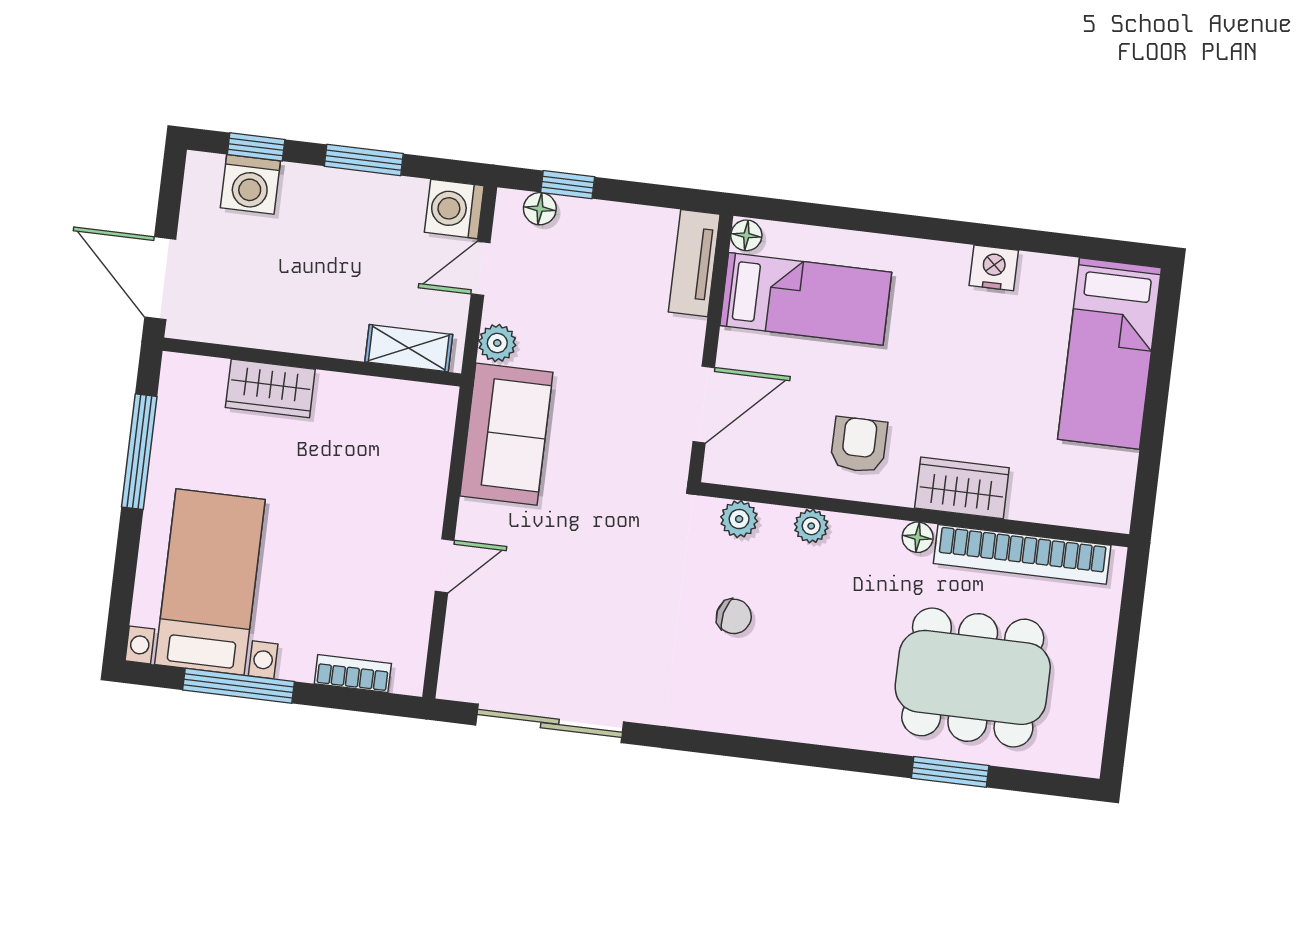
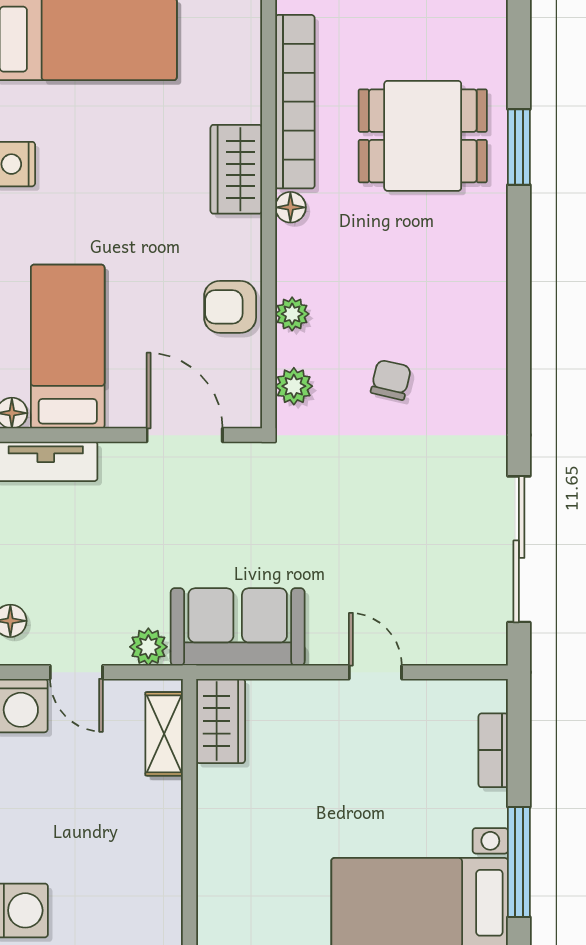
wardrobe: (270, 388) -> (221, 721), moved
armchair: (859, 445) -> (230, 307), moved
dining table: (973, 677) -> (423, 136), width x0.73

